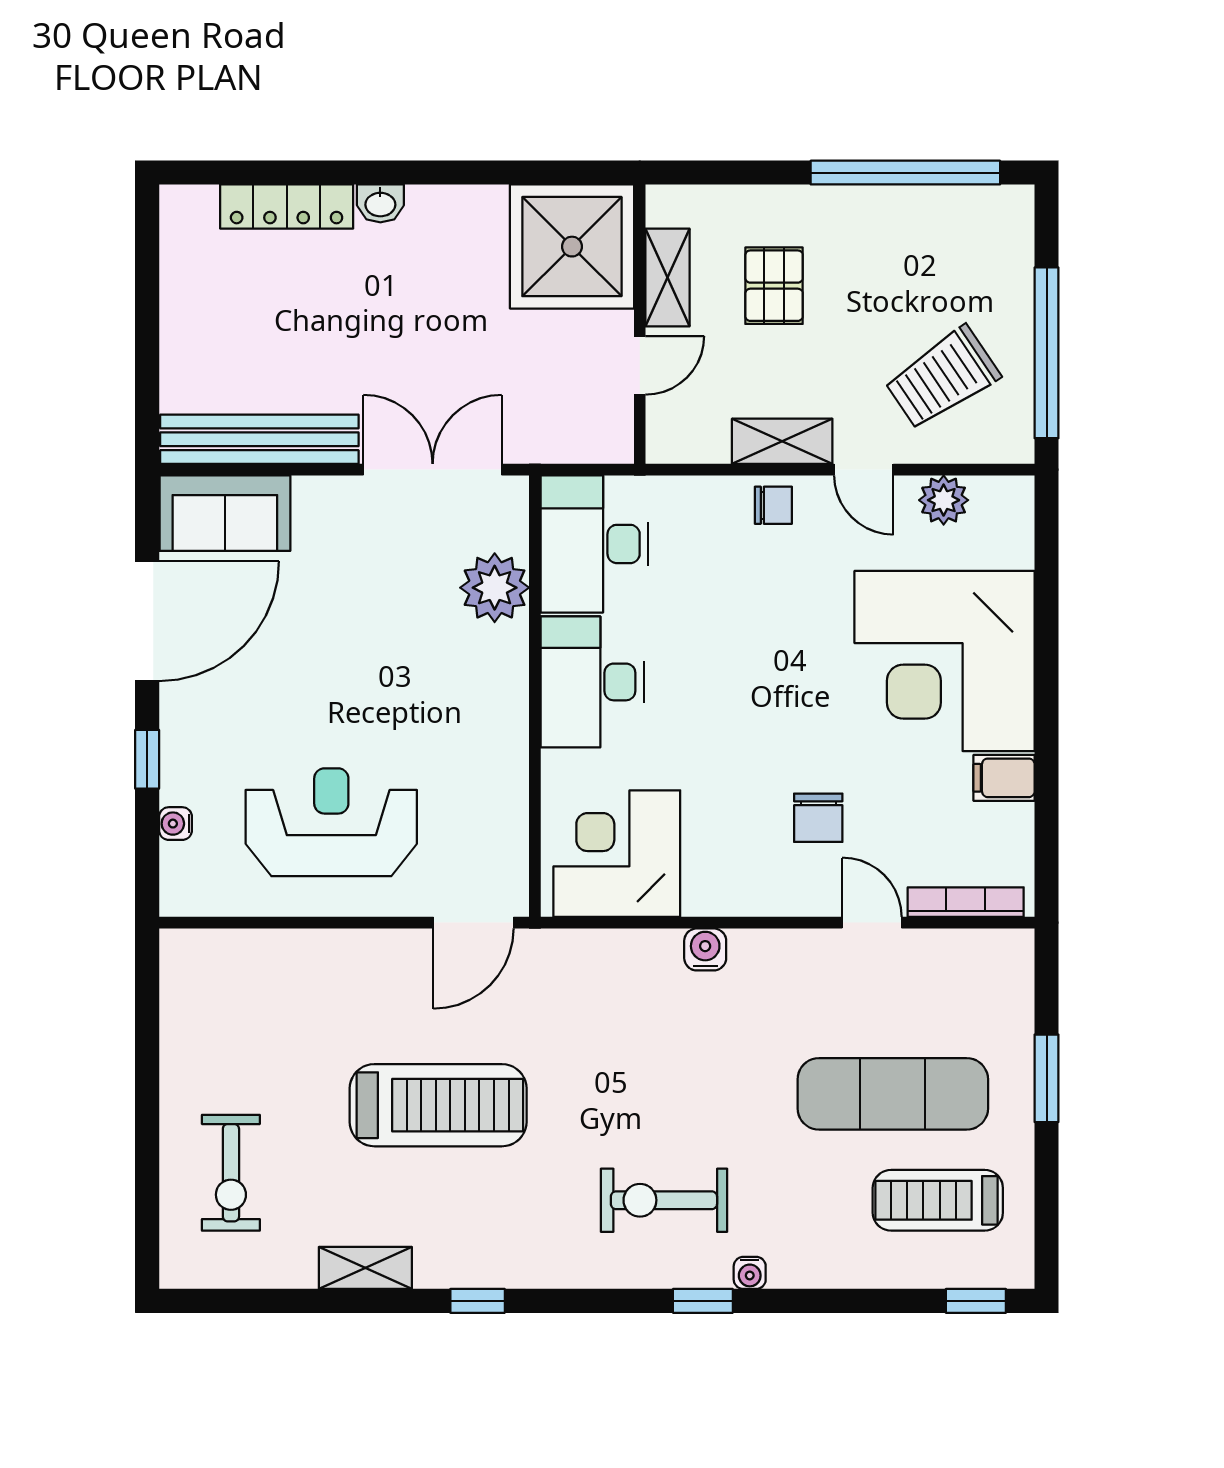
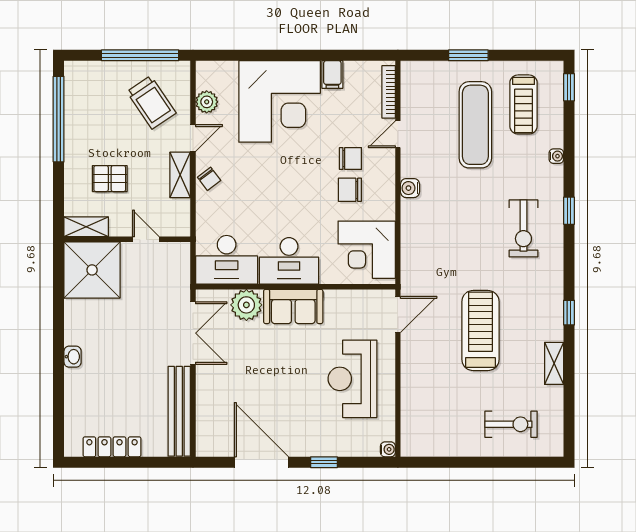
locker: (287, 207) -> (112, 447), moved, turned -90
shelving: (668, 277) -> (86, 227), moved
double door: (433, 470) -> (193, 333), swing flipped
chair: (773, 505) -> (209, 179), turned 143
sofa: (225, 513) -> (293, 306), moved, turned 90
chair: (749, 816) -> (350, 190), added
water cooler: (175, 824) -> (388, 449), moved, turned -90
door: (473, 923) -> (398, 315), hinge flipped
water cooler: (705, 949) -> (410, 188), moved
water cooler: (750, 1273) -> (556, 156), moved

